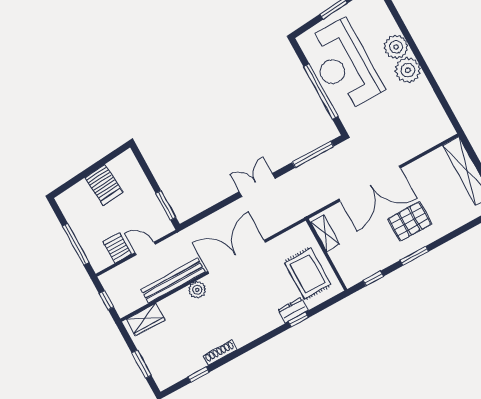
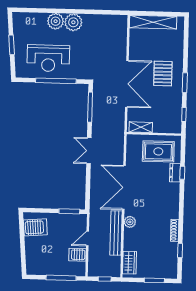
reception desk: (344, 65) -> (48, 58), width x0.74, depth x0.77
server rack: (104, 185) -> (35, 227), moved

